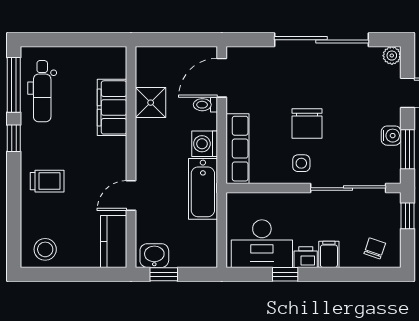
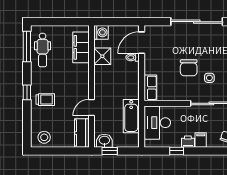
filing cabinet: (112, 107) -> (81, 47), moved
window: (14, 138) -> (27, 92), moved
washing machine: (205, 144) -> (101, 32), moved, turned 180
row of seats: (237, 149) -> (150, 88), width x0.68
side table: (301, 163) -> (209, 78), moved
bathtub: (203, 189) -> (131, 116), moved
desk: (262, 244) -> (157, 123), moved, turned 90

